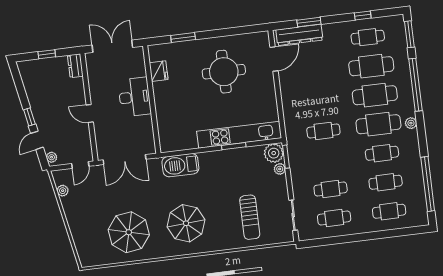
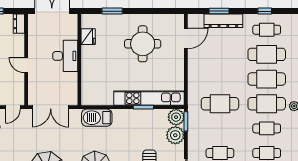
dresser: (299, 35) -> (223, 21), moved
cafe table: (323, 131) -> (220, 104), width x1.37, depth x1.35
plant: (280, 169) -> (175, 135), width x1.87, depth x1.87

